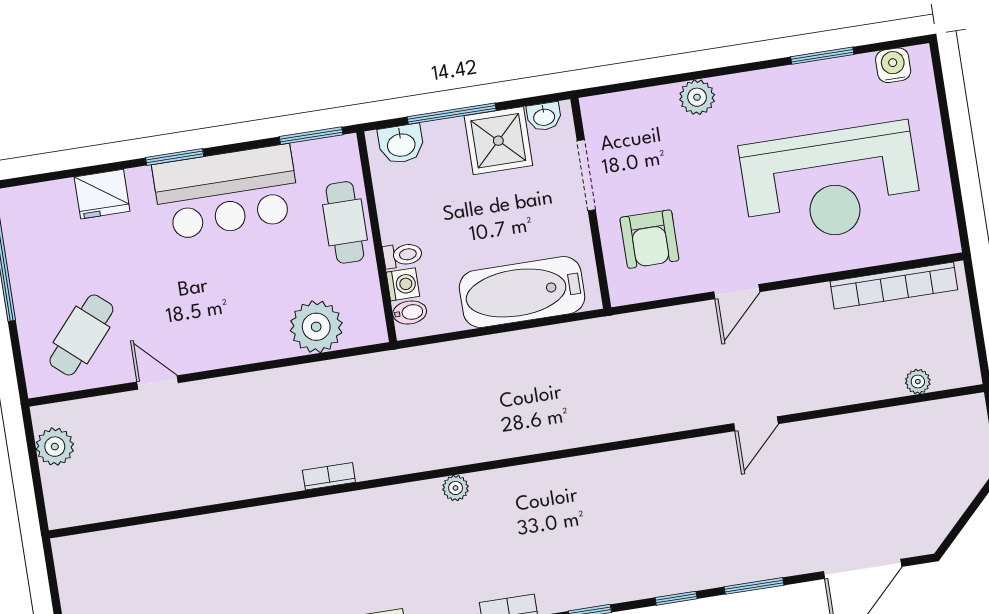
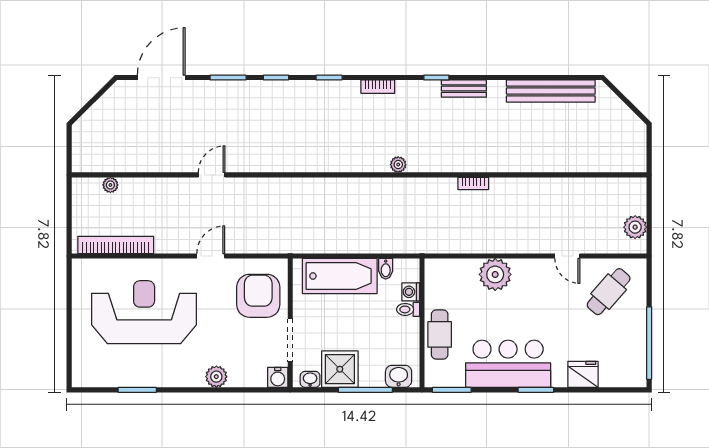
water cooler: (893, 65) -> (278, 377), moved
armchair: (649, 239) -> (258, 296), width x1.36, depth x1.36
bidet: (410, 312) -> (386, 269), moved, turned -90
plant: (316, 327) -> (495, 274), moved

